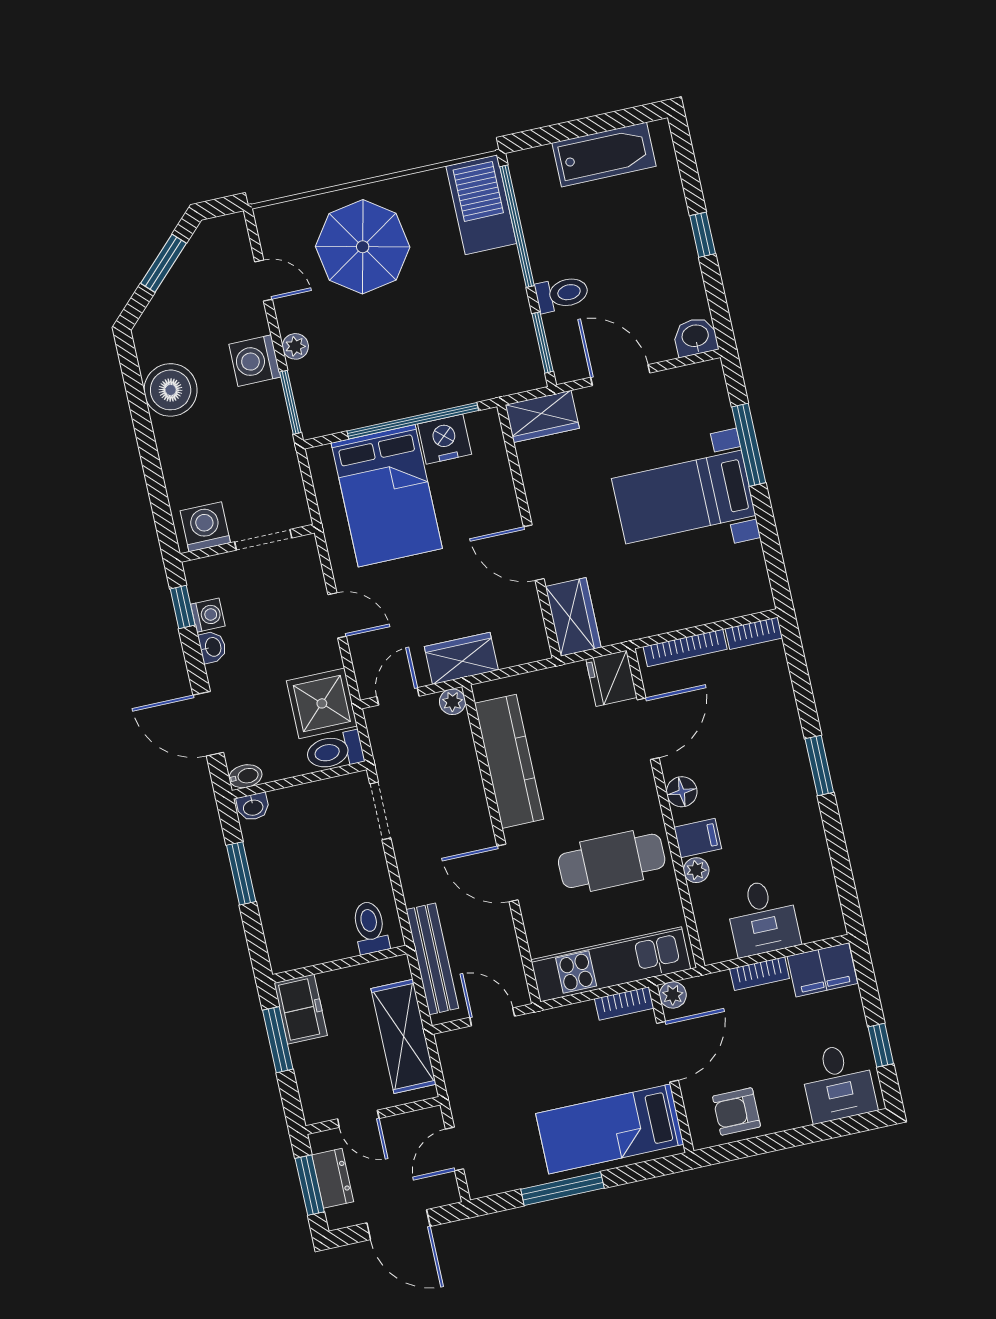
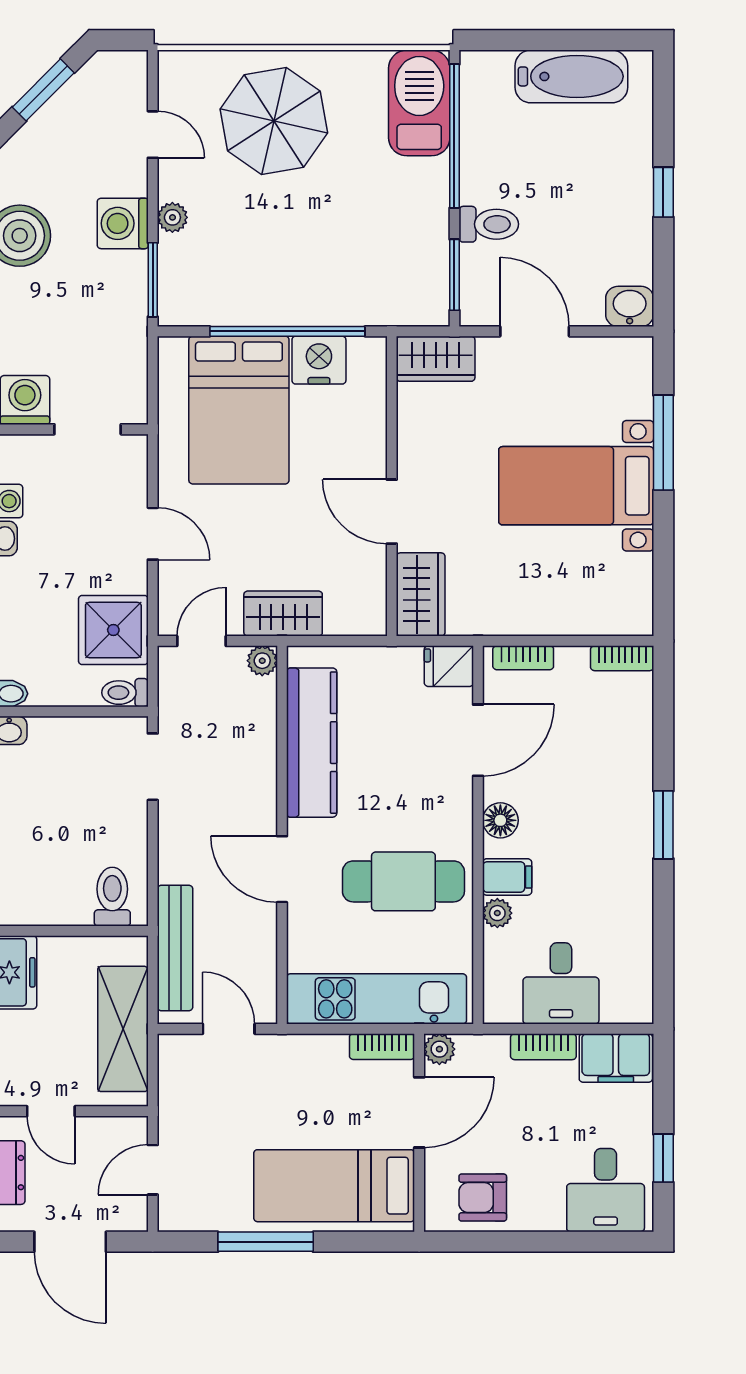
bookcase: (685, 648) -> (523, 658), width x0.64
fridge: (611, 678) -> (449, 666), width x0.72
toilet: (335, 751) -> (125, 693), width x0.73, depth x0.72

